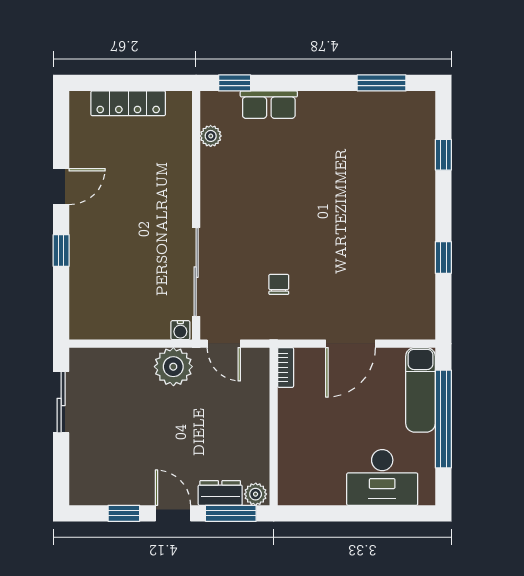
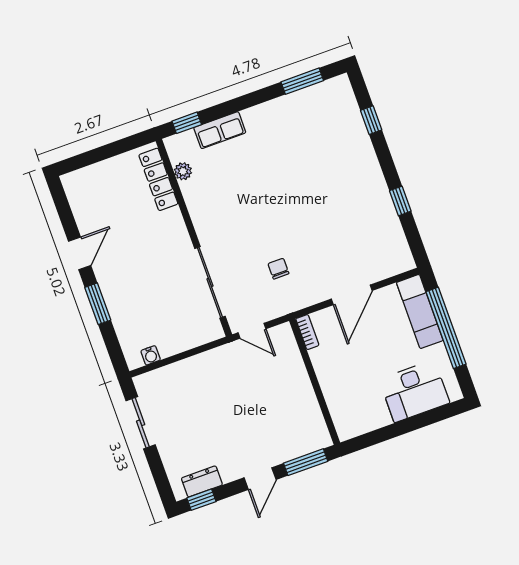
locker: (128, 103) -> (158, 179), moved, turned 90
window: (61, 251) -> (98, 304), width x1.50
water cooler: (180, 330) -> (151, 355), moved
plant: (173, 367) -> (219, 363), removed
dresser: (220, 493) -> (202, 481), moved
plant: (256, 494) -> (320, 440), removed
window: (124, 513) -> (201, 500), moved
door: (173, 513) -> (260, 479), swing flipped

